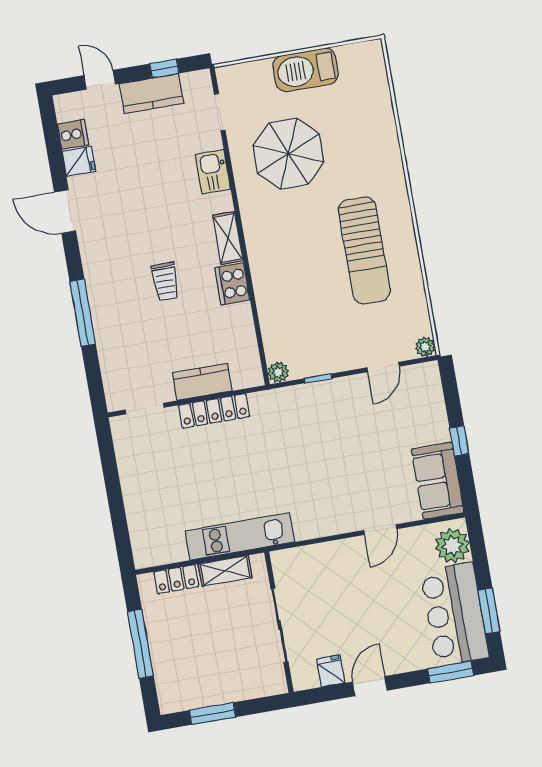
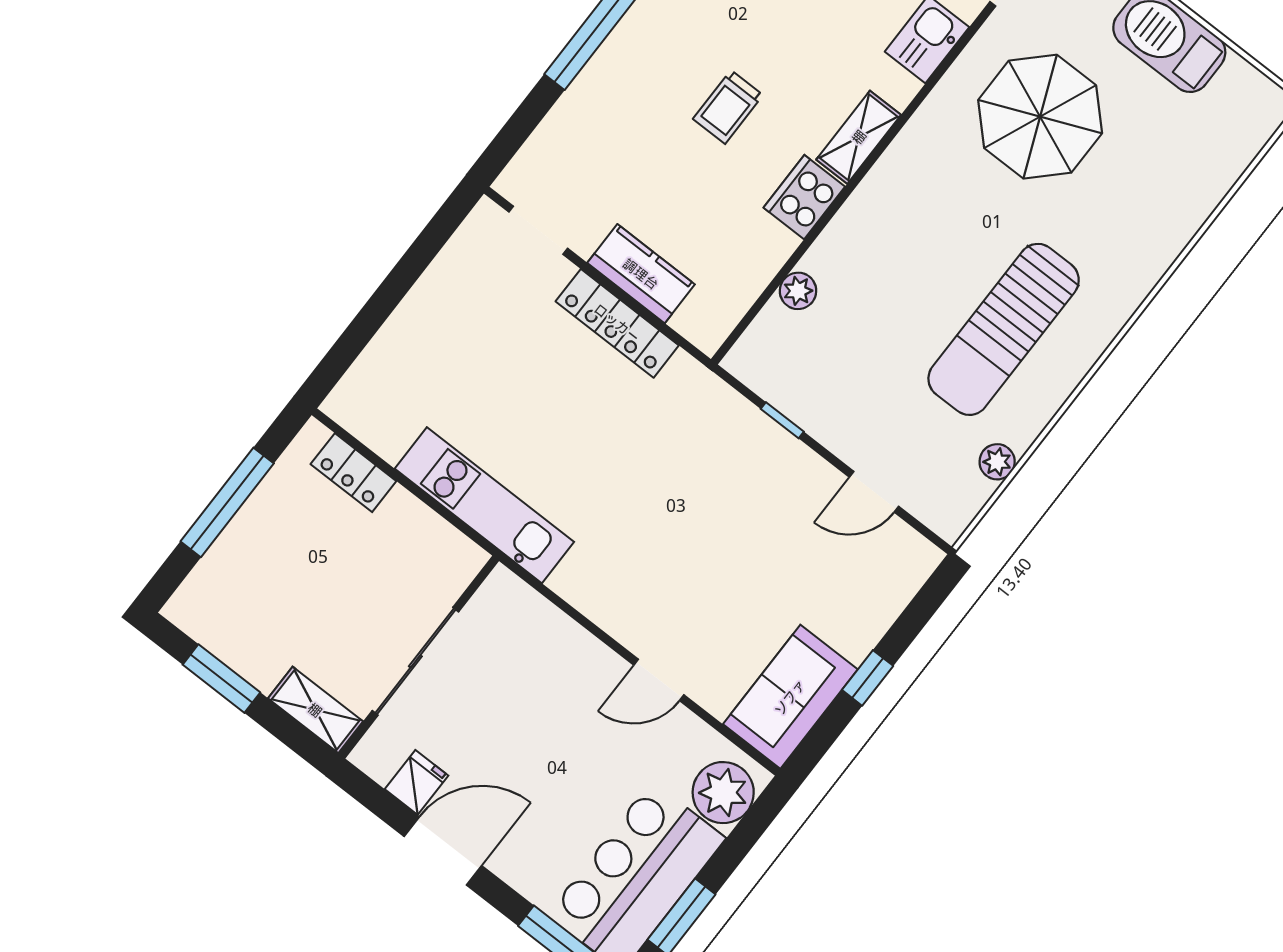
plant: (425, 347) -> (997, 462), moved
plant: (278, 372) -> (798, 291), moved
shelving: (225, 571) -> (315, 710), moved
door: (370, 686) -> (443, 851), width x1.38

